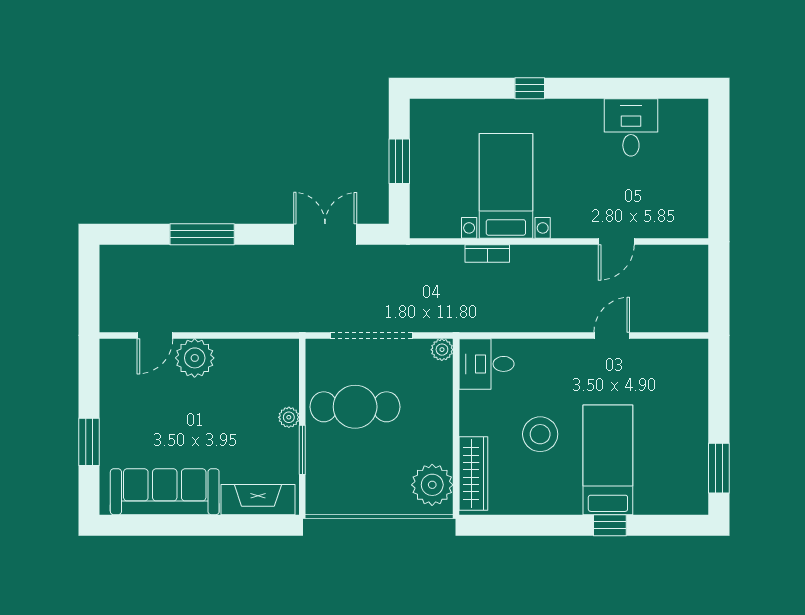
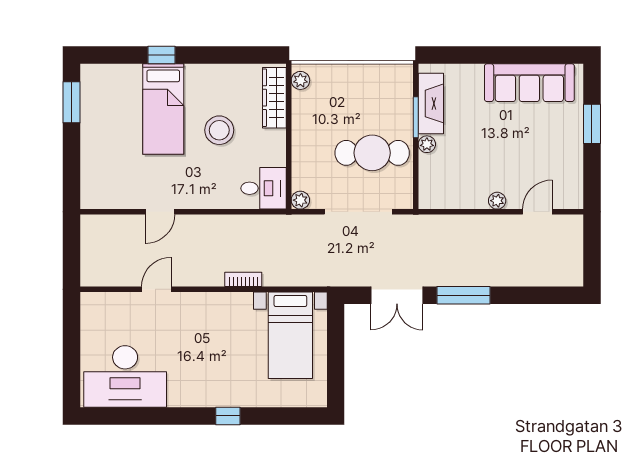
desk: (631, 127) -> (125, 376), width x1.87, depth x1.30
window: (399, 161) -> (336, 356), removed
bed with nightstands: (506, 186) -> (290, 335), moved
window: (202, 234) -> (463, 295), moved
bookcase: (487, 254) -> (243, 279), moved
plant: (195, 358) -> (497, 201), width x0.53, depth x0.53
plant: (432, 485) -> (300, 80), width x0.53, depth x0.53
fireplace: (258, 500) -> (431, 103), moved, turned -90

